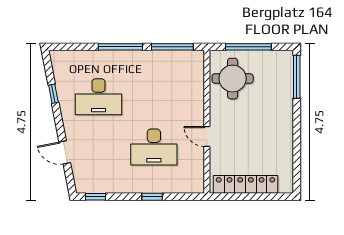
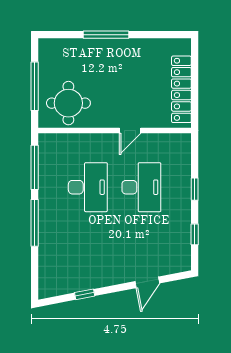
window: (297, 77) -> (106, 35), moved
desk: (99, 97) -> (88, 187), moved
window: (96, 197) -> (195, 234), moved

